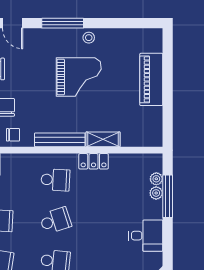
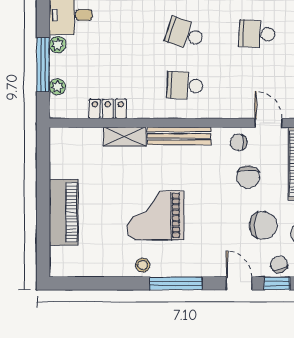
locker: (94, 161) -> (108, 109), moved
plant: (156, 193) -> (58, 45), moved
school desk: (55, 221) -> (185, 34), turned 36

